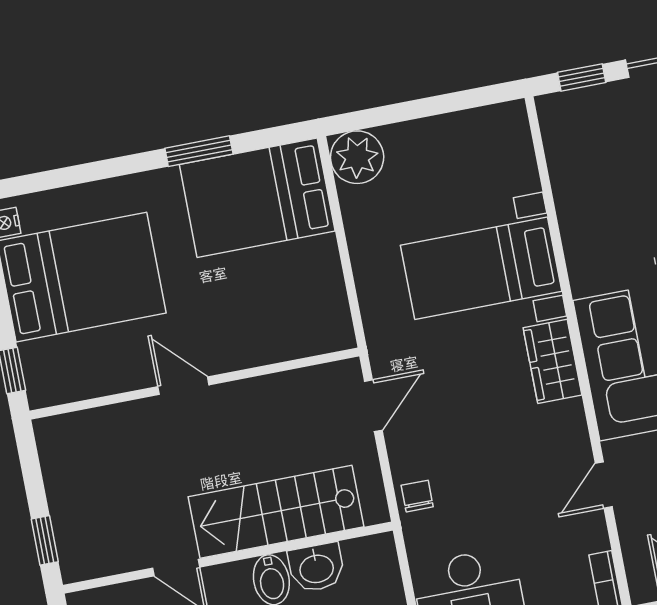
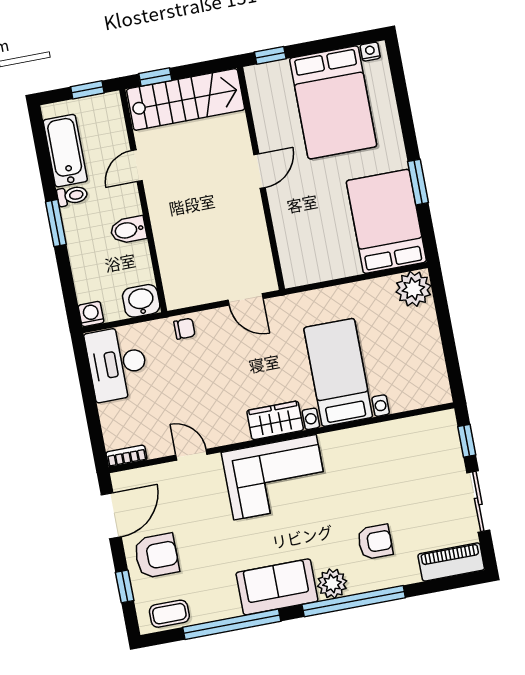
stairs: (276, 512) -> (186, 99), moved, turned 90
washbasin: (316, 568) -> (141, 301), moved, turned 90

